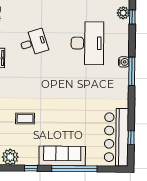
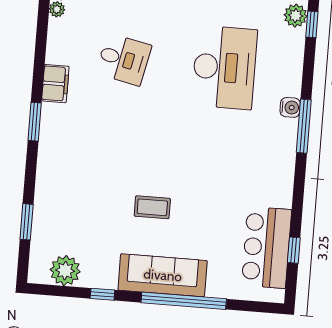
desk: (34, 43) -> (124, 59), turned 30
coffee table: (25, 119) -> (152, 207), moved
bar counter: (116, 137) -> (267, 247), width x0.73

